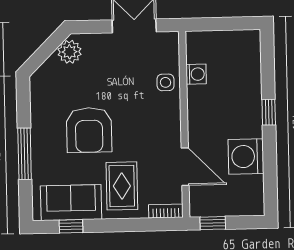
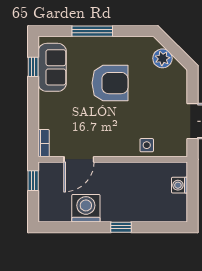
plant: (70, 52) -> (162, 58), moved
washing machine: (196, 74) -> (180, 185), moved, turned 90
armchair: (89, 130) -> (110, 83), turned 180
rug: (122, 186) -> (65, 108), removed

